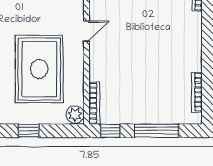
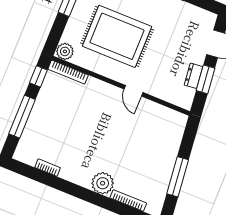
plant: (190, 24) -> (103, 183), added
bookcase: (197, 92) -> (48, 168), width x0.64

